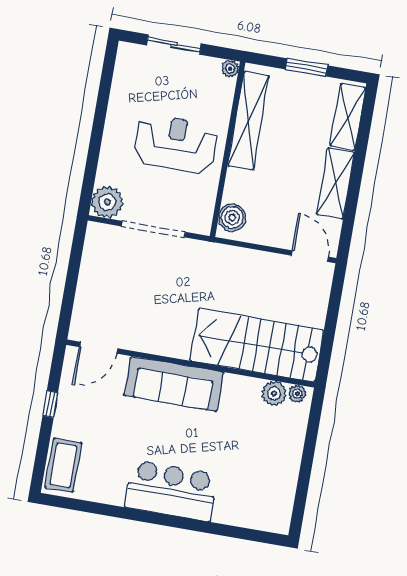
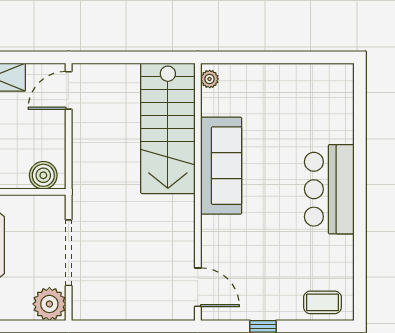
sofa: (174, 384) -> (221, 166), moved
plant: (274, 393) -> (213, 103), removed
coffee table: (63, 465) -> (322, 302), width x0.73, depth x0.77

